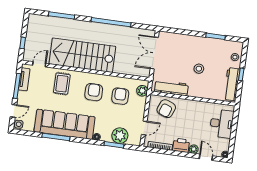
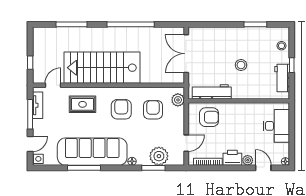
rug: (62, 84) -> (83, 104), turned 90
workbench: (232, 84) -> (282, 78), width x0.73
armchair: (166, 109) -> (209, 117), turned -111

